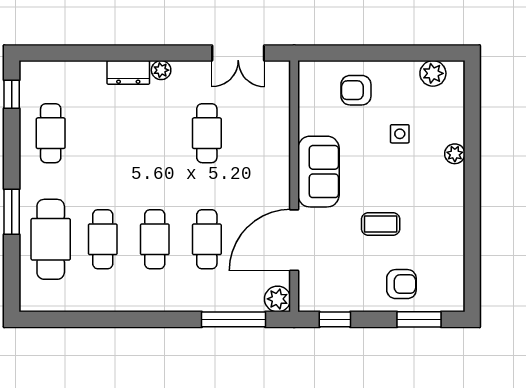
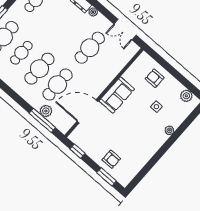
cafe table: (207, 133) -> (90, 48), width x1.37, depth x1.35
coffee table: (381, 224) -> (122, 132), removed
cafe table: (155, 239) -> (39, 69), width x1.37, depth x1.35
cafe table: (207, 239) -> (57, 84), width x1.37, depth x1.35
plant: (278, 299) -> (46, 111), moved

